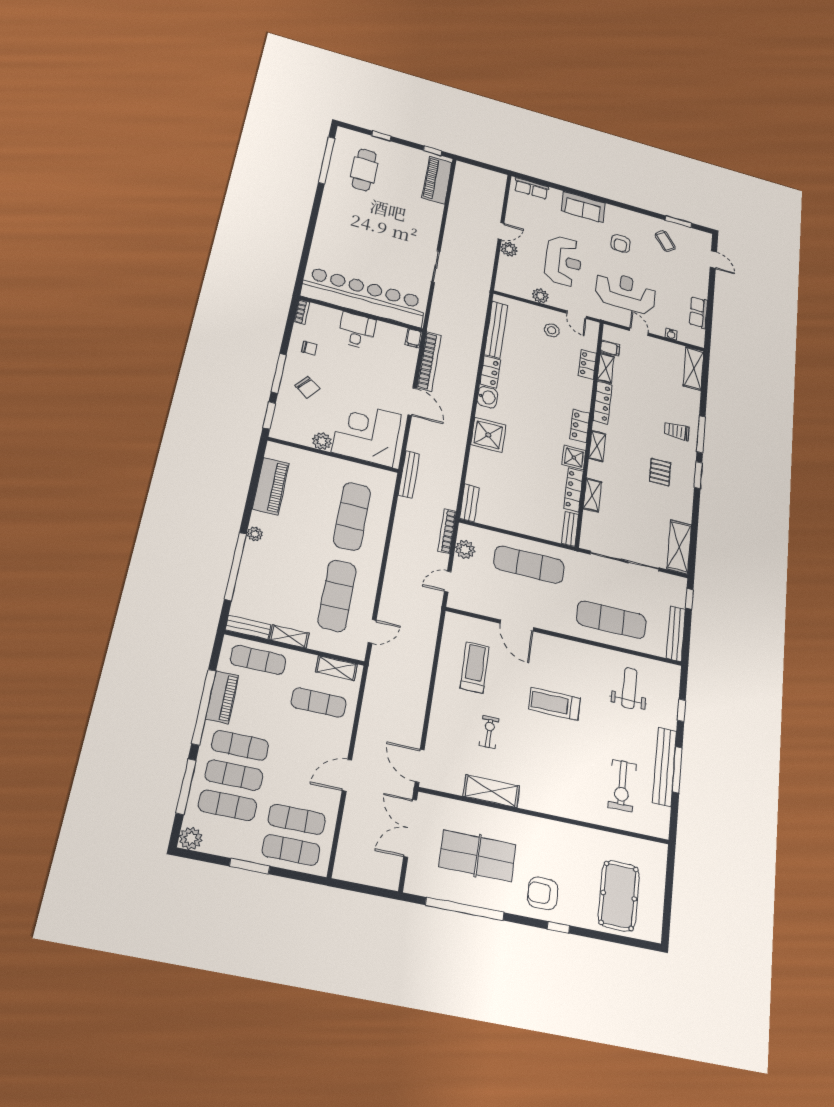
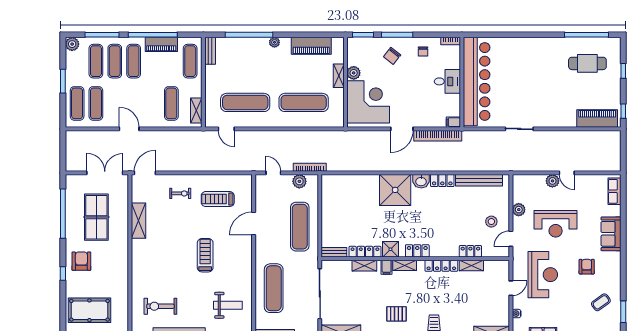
armchair: (620, 243) -> (587, 267), turned 90
filing cabinet: (610, 348) -> (387, 267), moved
shower: (488, 435) -> (395, 190), width x1.37, depth x1.37
bench: (409, 474) -> (345, 135), removed
bench: (469, 503) -> (335, 180), removed
shelving: (289, 636) -> (339, 76), moved
treadmill: (475, 667) -> (218, 199), turned 180
exercise bike: (489, 732) -> (180, 193), moved

